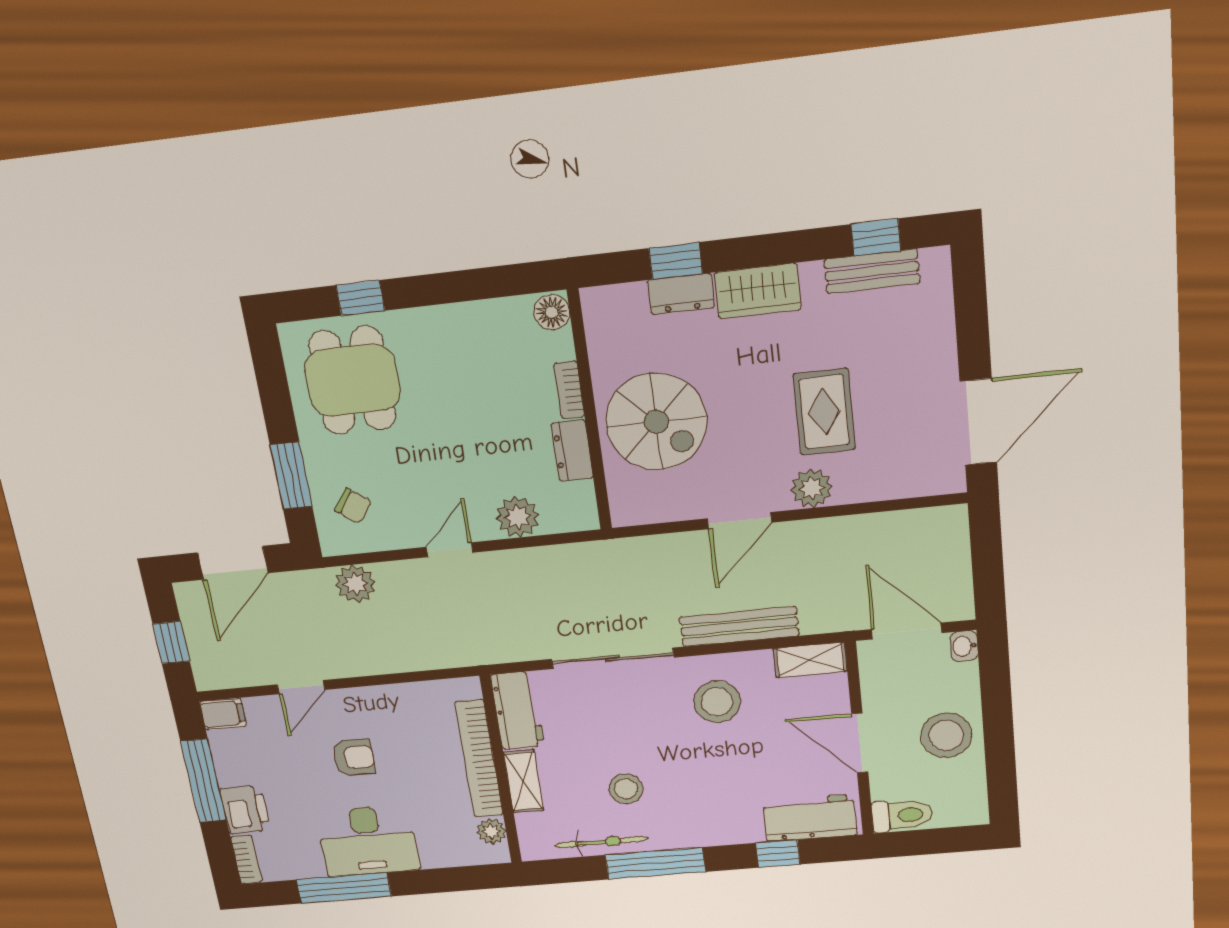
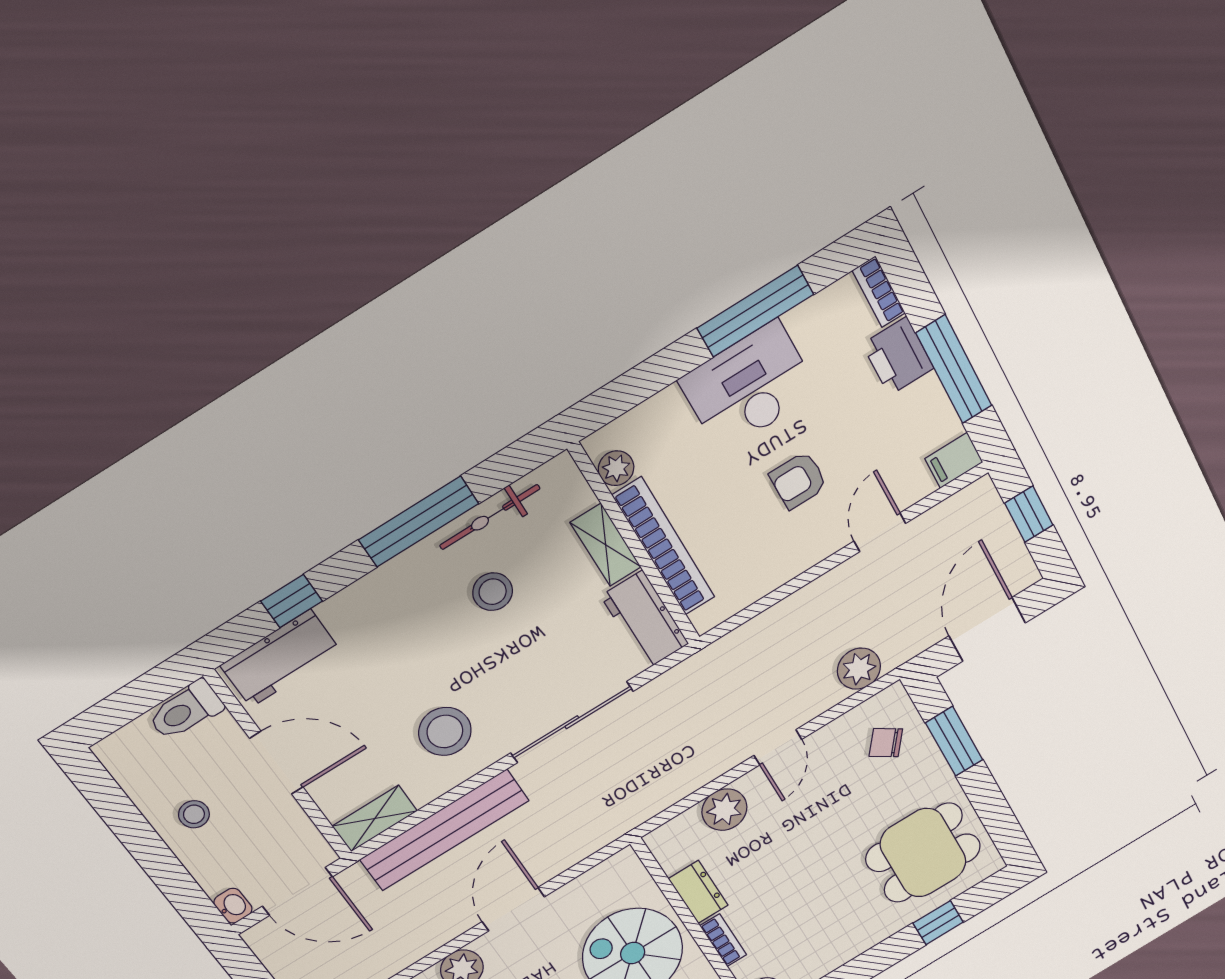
dining table: (352, 380) -> (923, 853), turned 90
bench: (739, 626) -> (444, 830), width x1.37, depth x1.21
stool: (946, 735) -> (194, 814), width x0.53, depth x0.53

